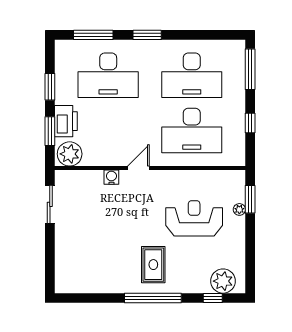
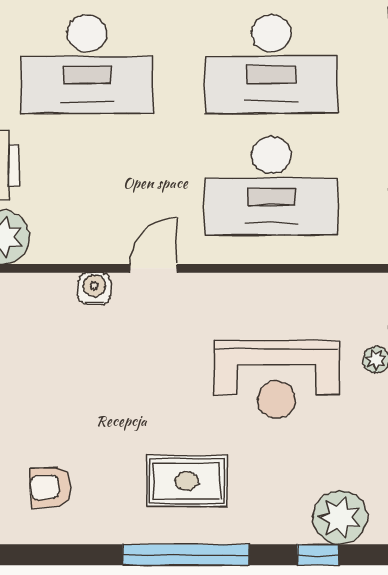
reception desk: (194, 218) -> (276, 379), turned 180
rug: (153, 265) -> (187, 481), turned 90
armchair: (91, 267) -> (50, 487), added

